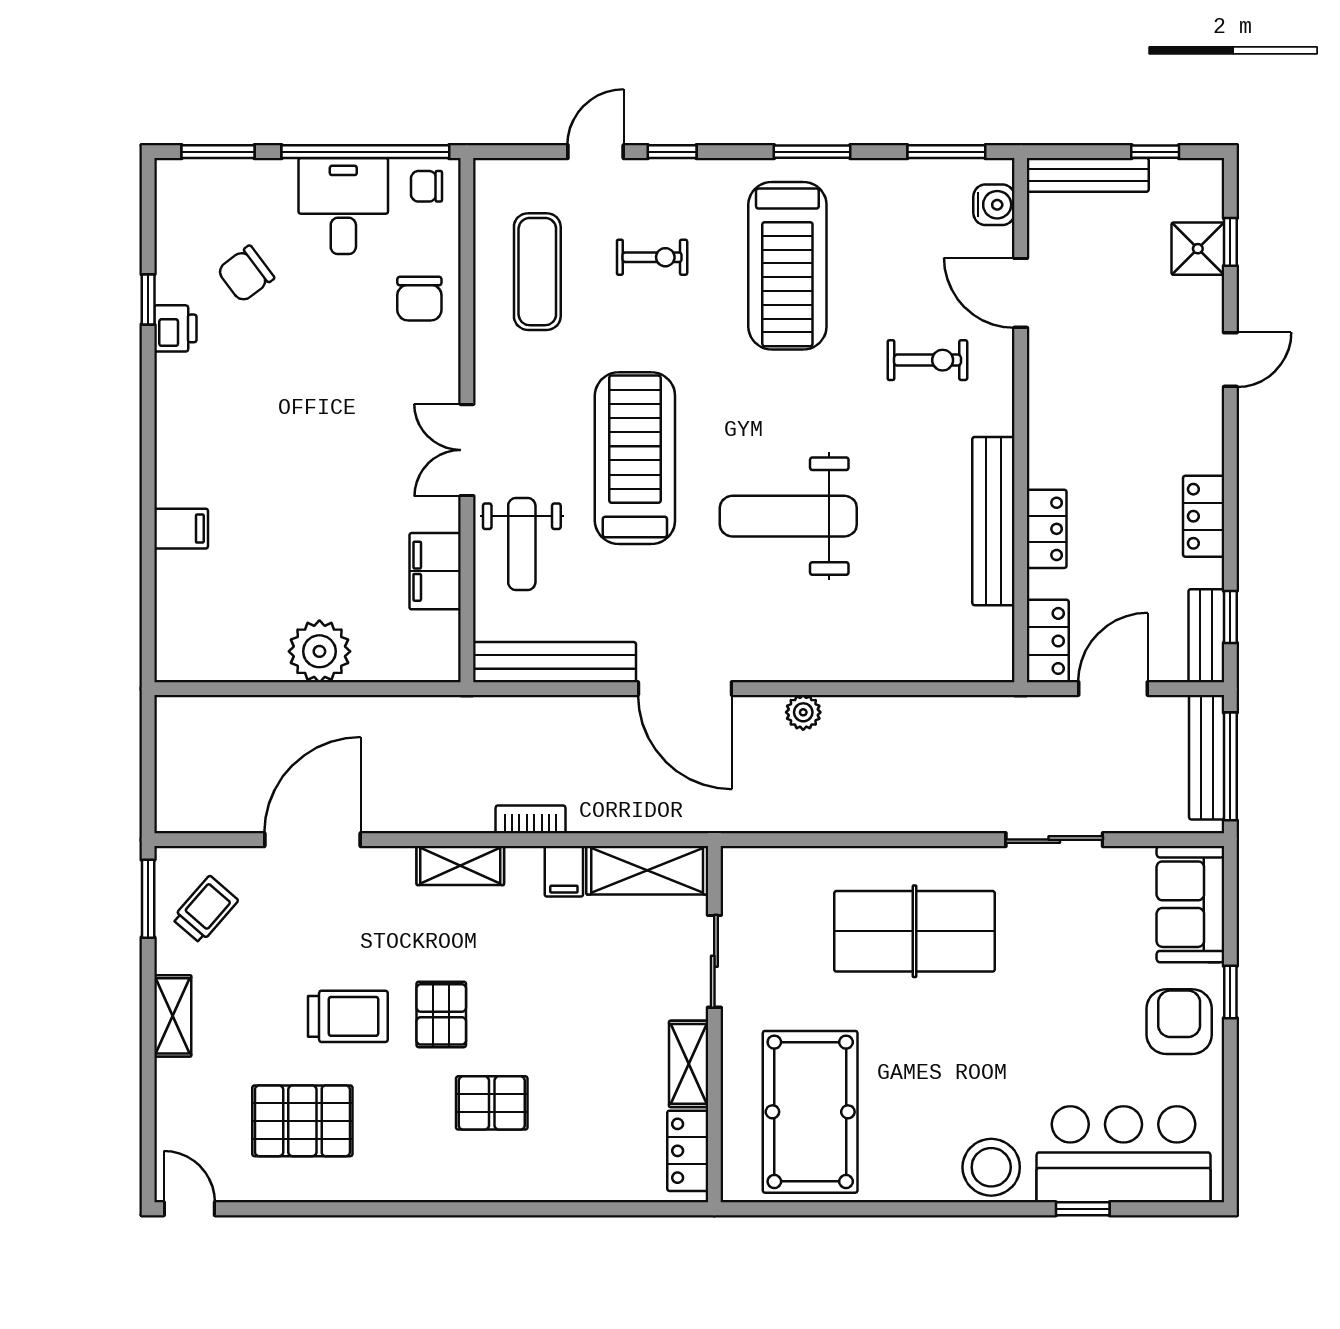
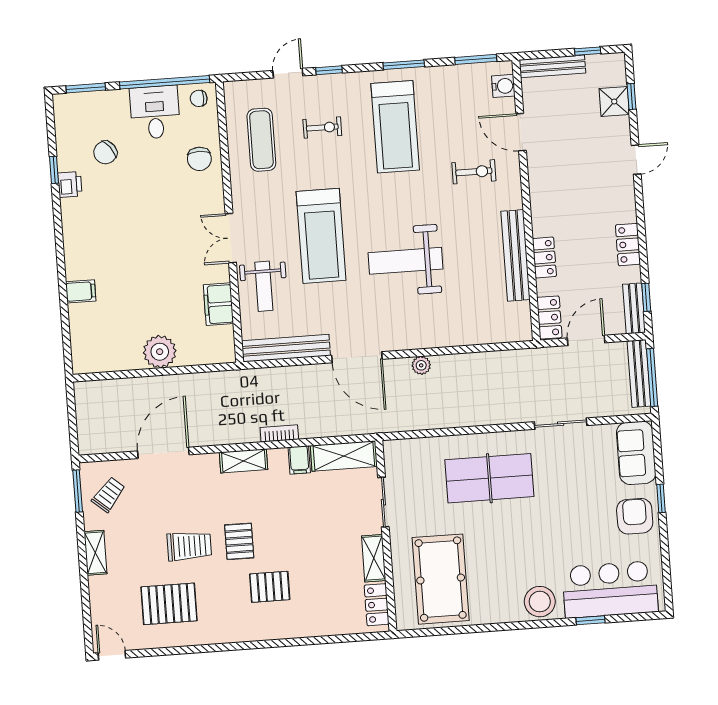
treadmill: (635, 458) -> (321, 236), turned 180

